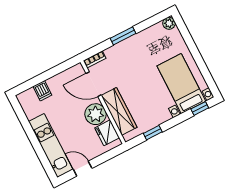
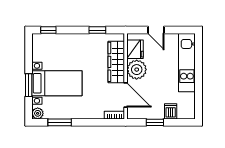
window: (123, 36) -> (60, 122), moved
window: (192, 46) -> (29, 85), added
window: (52, 72) -> (155, 122), added
bed with nightstands: (181, 84) -> (57, 83), moved, turned -90
door: (83, 169) -> (156, 30), moved

